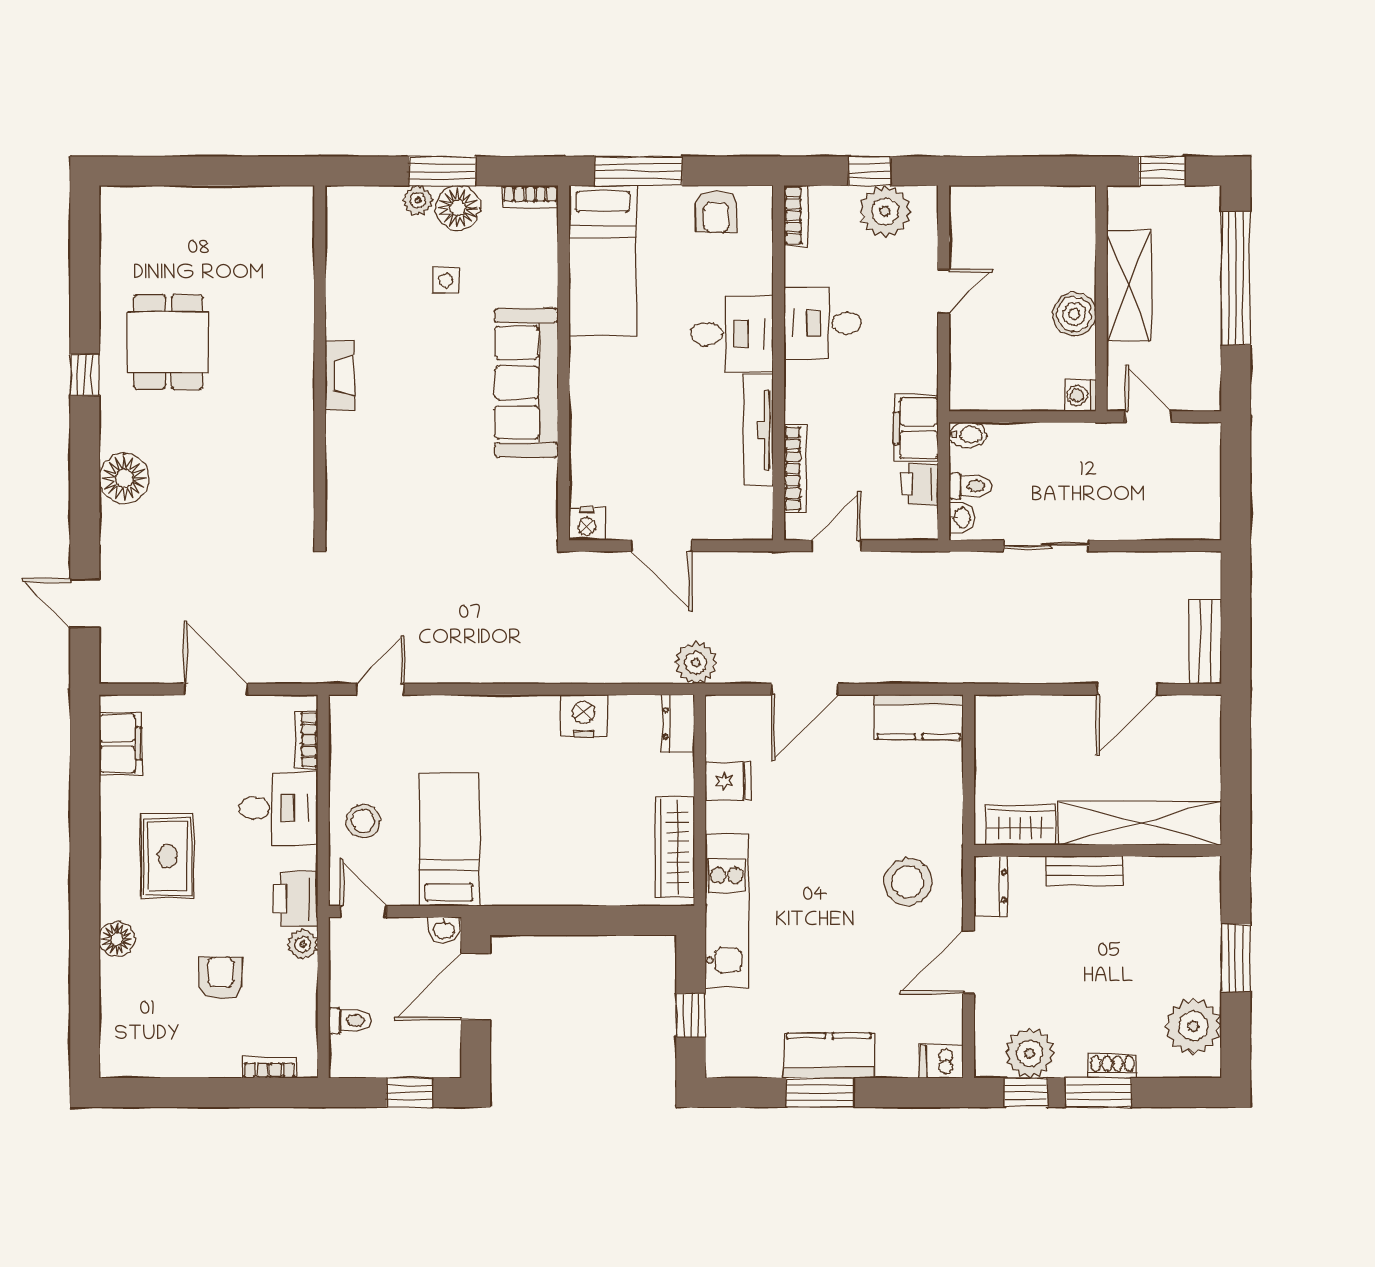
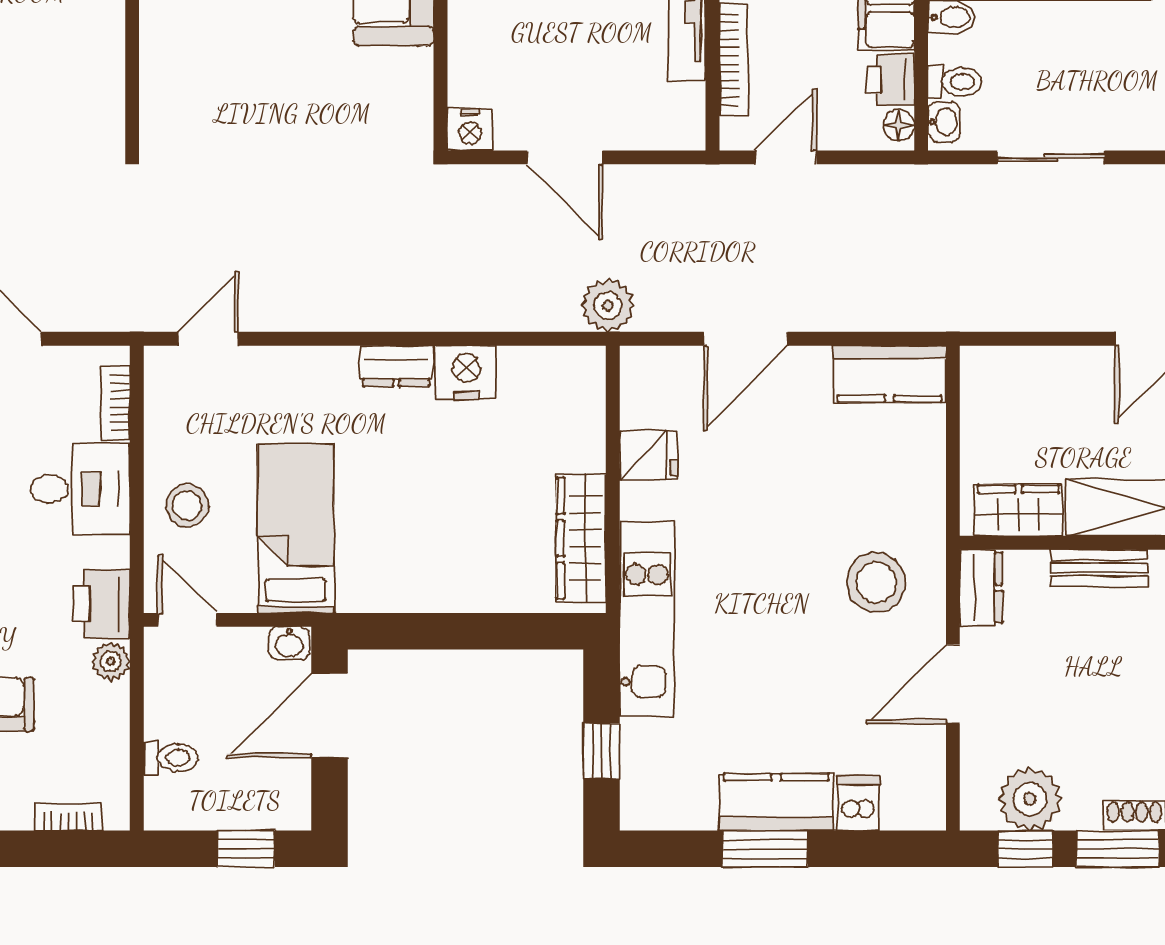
floor lamp: (926, 520) -> (899, 125), added
dresser: (678, 723) -> (396, 366), moved, turned -90
dishwasher: (941, 1061) -> (858, 803), moved, turned 90

